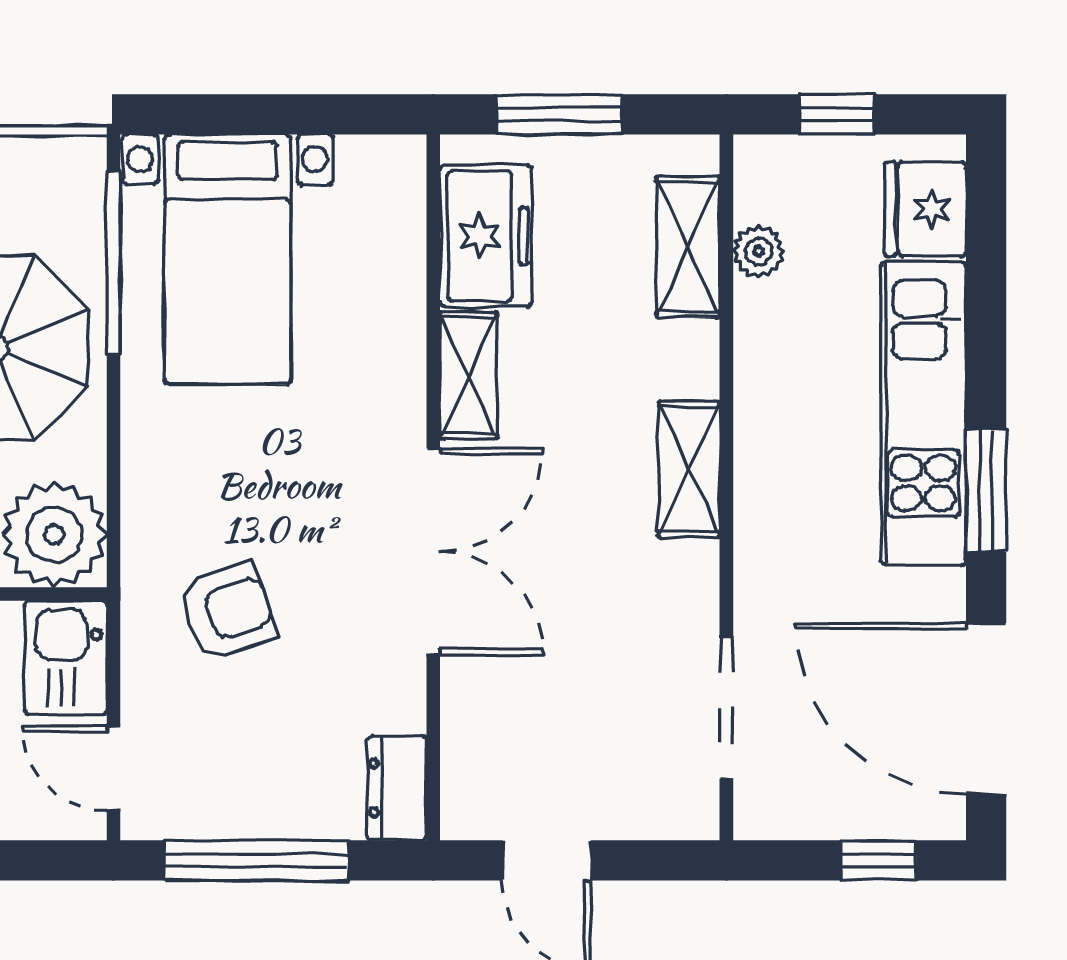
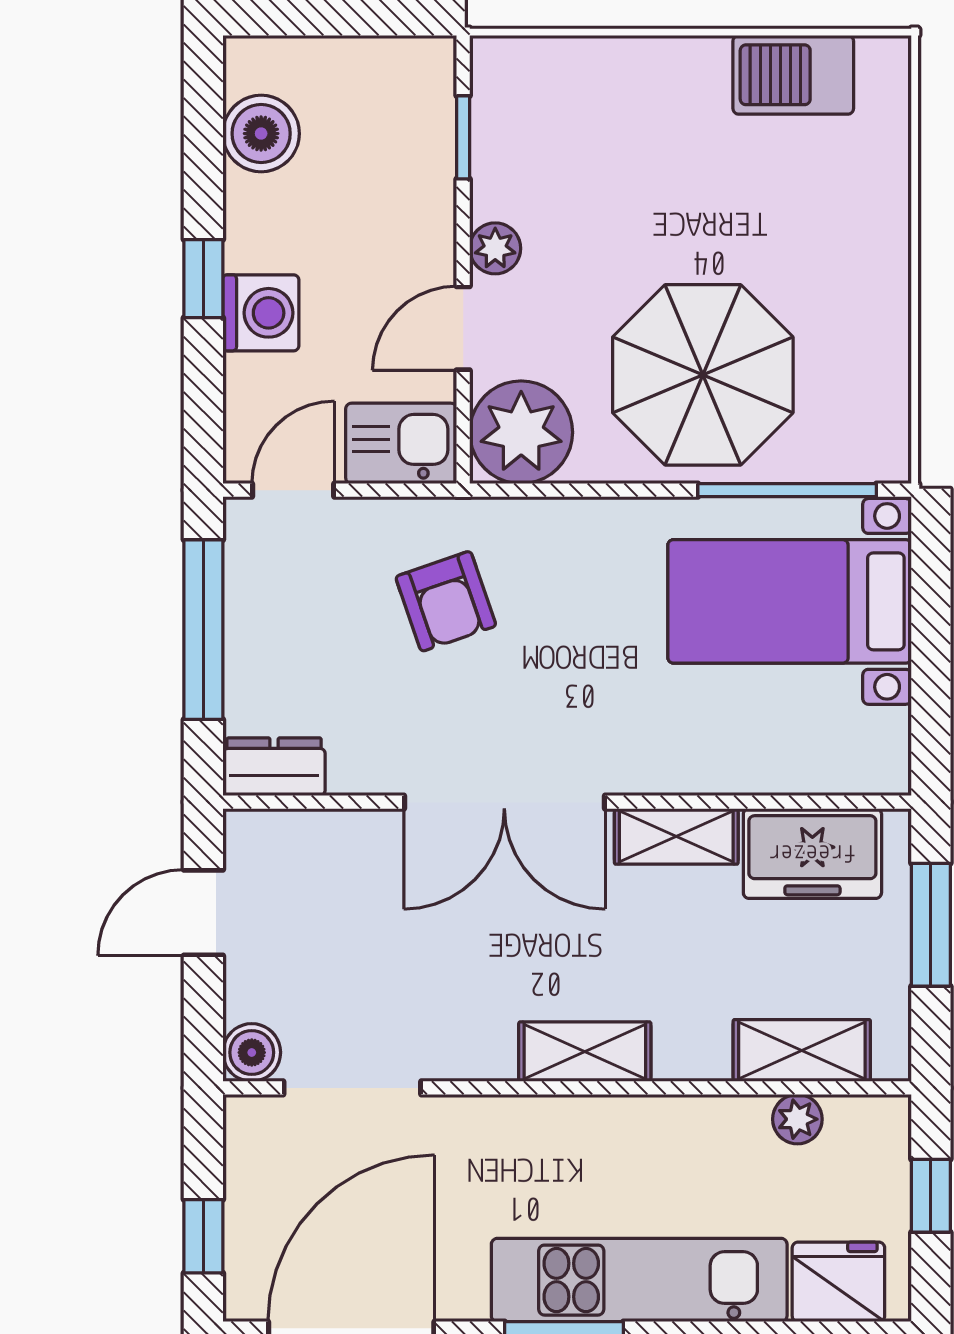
boiler: (690, 811) -> (252, 1052), added

